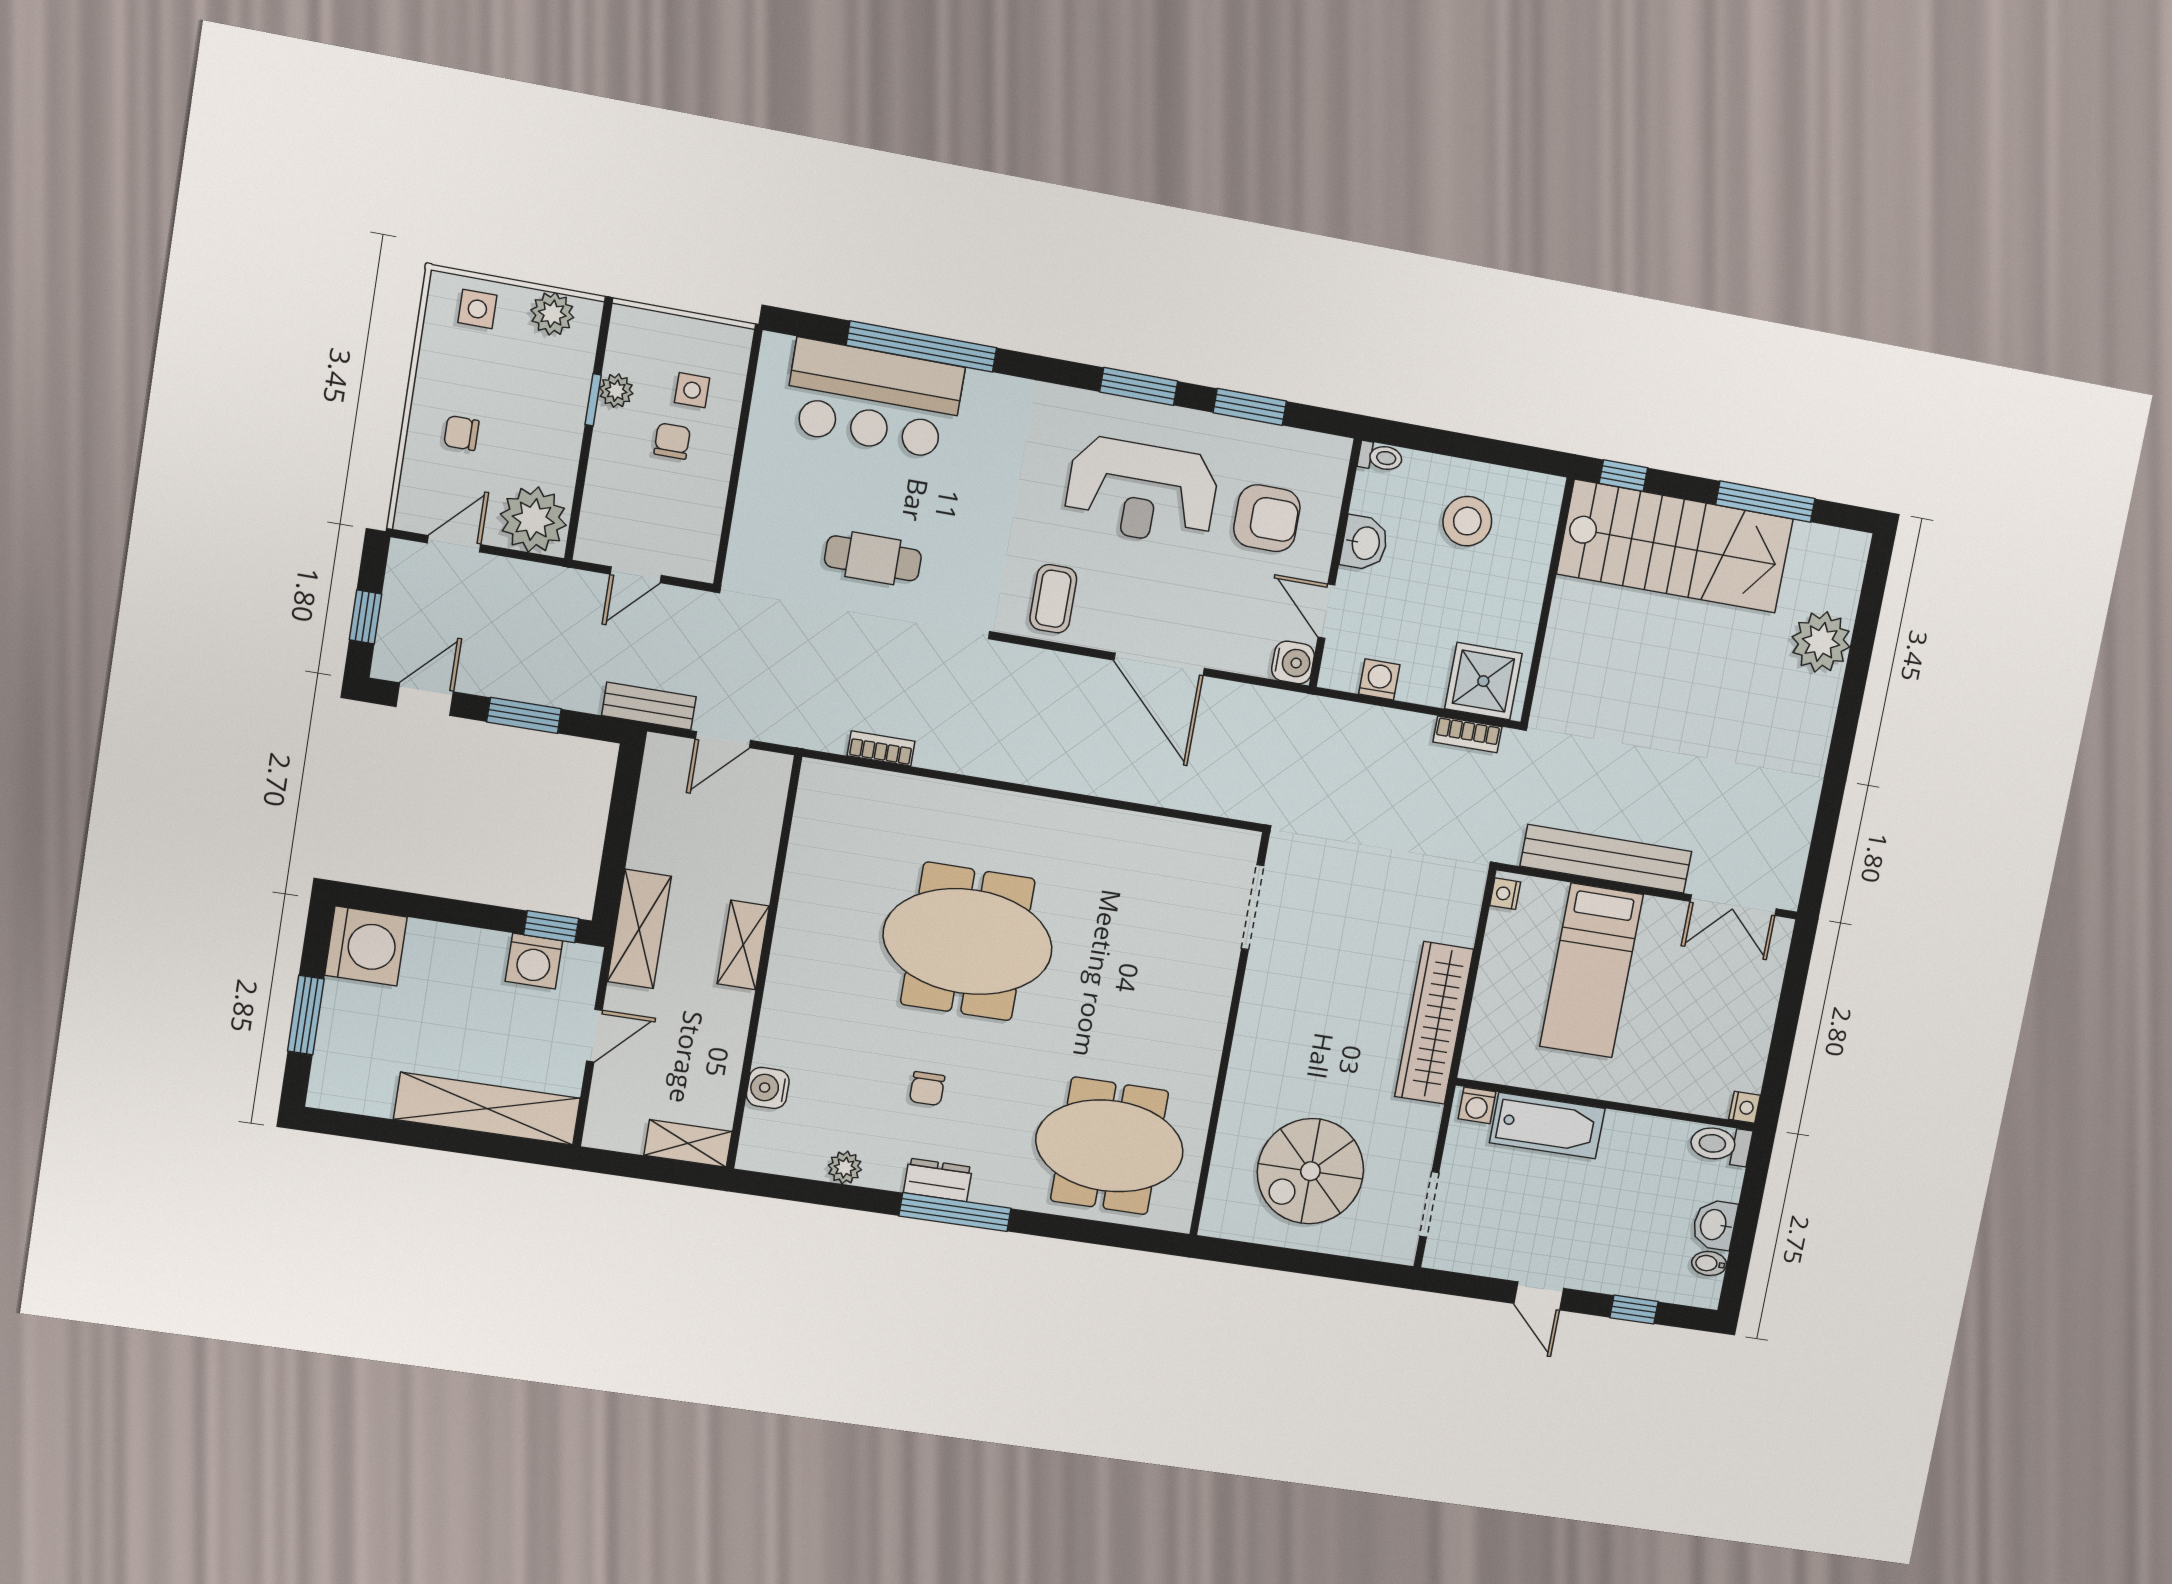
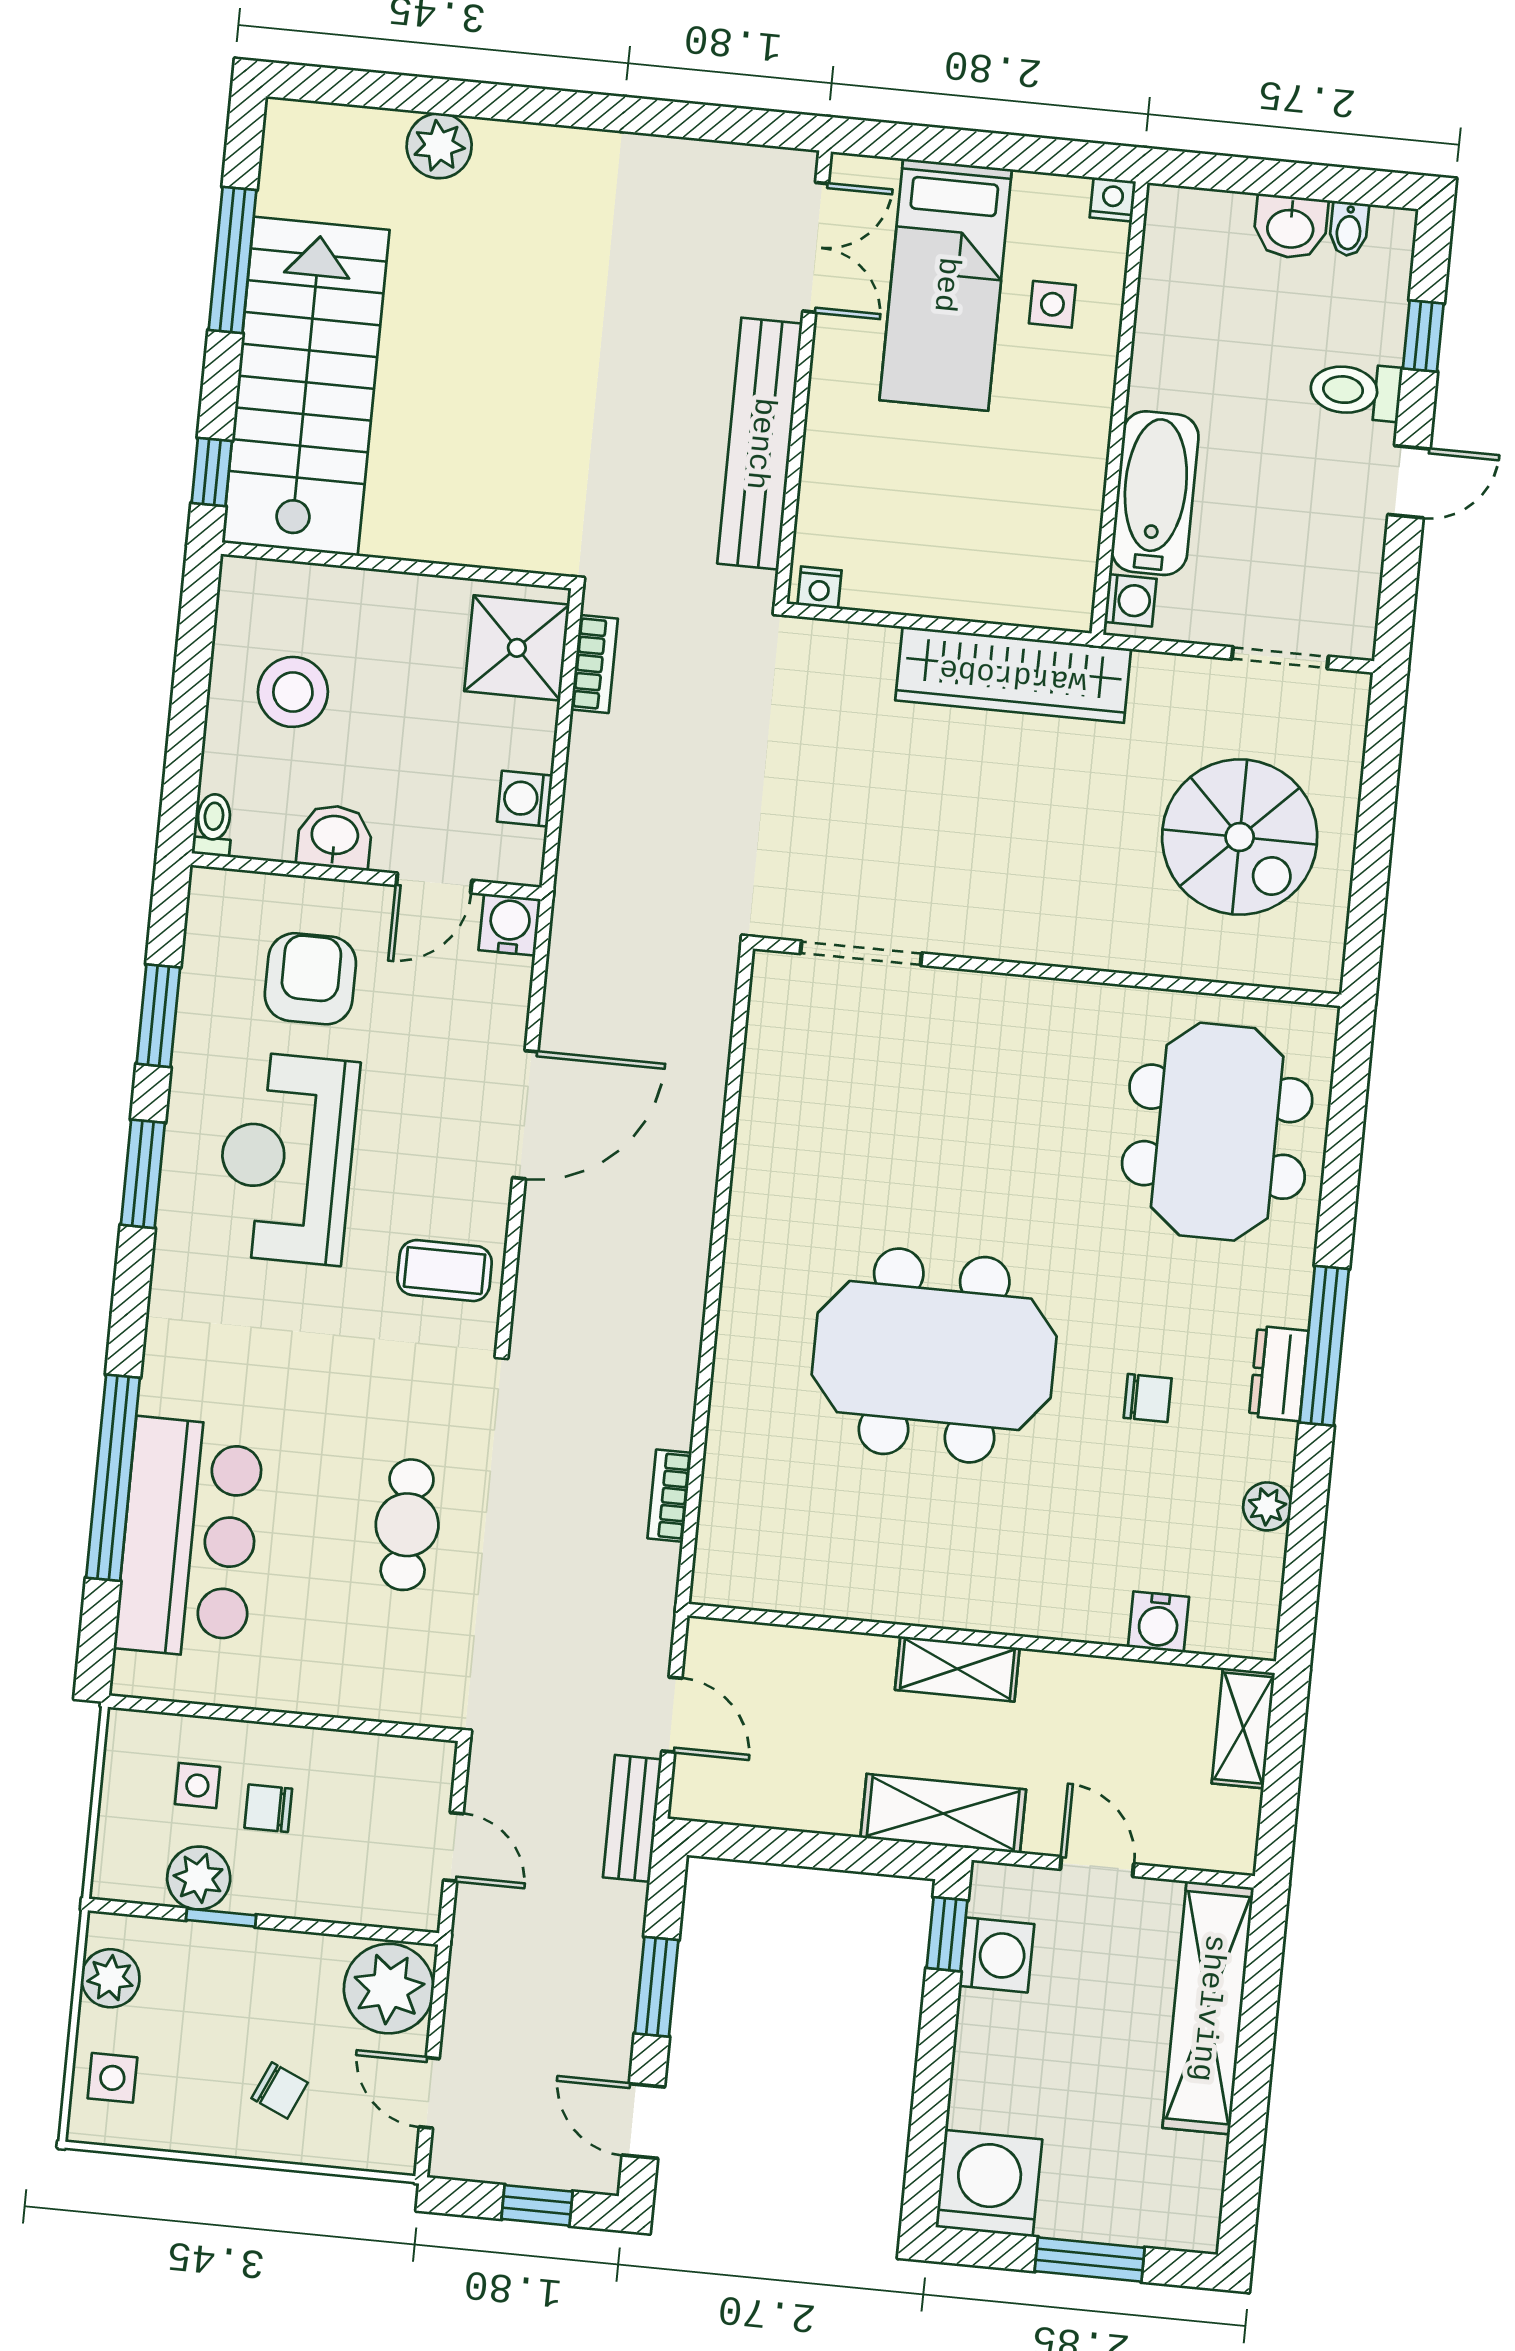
plant: (616, 391) -> (199, 1878), width x1.38, depth x1.38
chair: (461, 433) -> (280, 2090), turned -66
reception desk: (1142, 491) -> (287, 1158), turned 180
plant: (1821, 642) -> (439, 146), width x0.73, depth x0.73
meeting table: (968, 942) -> (934, 1355), turned 90
bed: (1591, 970) -> (946, 285), moved, turned 90
side table: (1679, 1063) -> (1052, 304), added
toilet: (1721, 1145) -> (1356, 391), moved, turned 90

